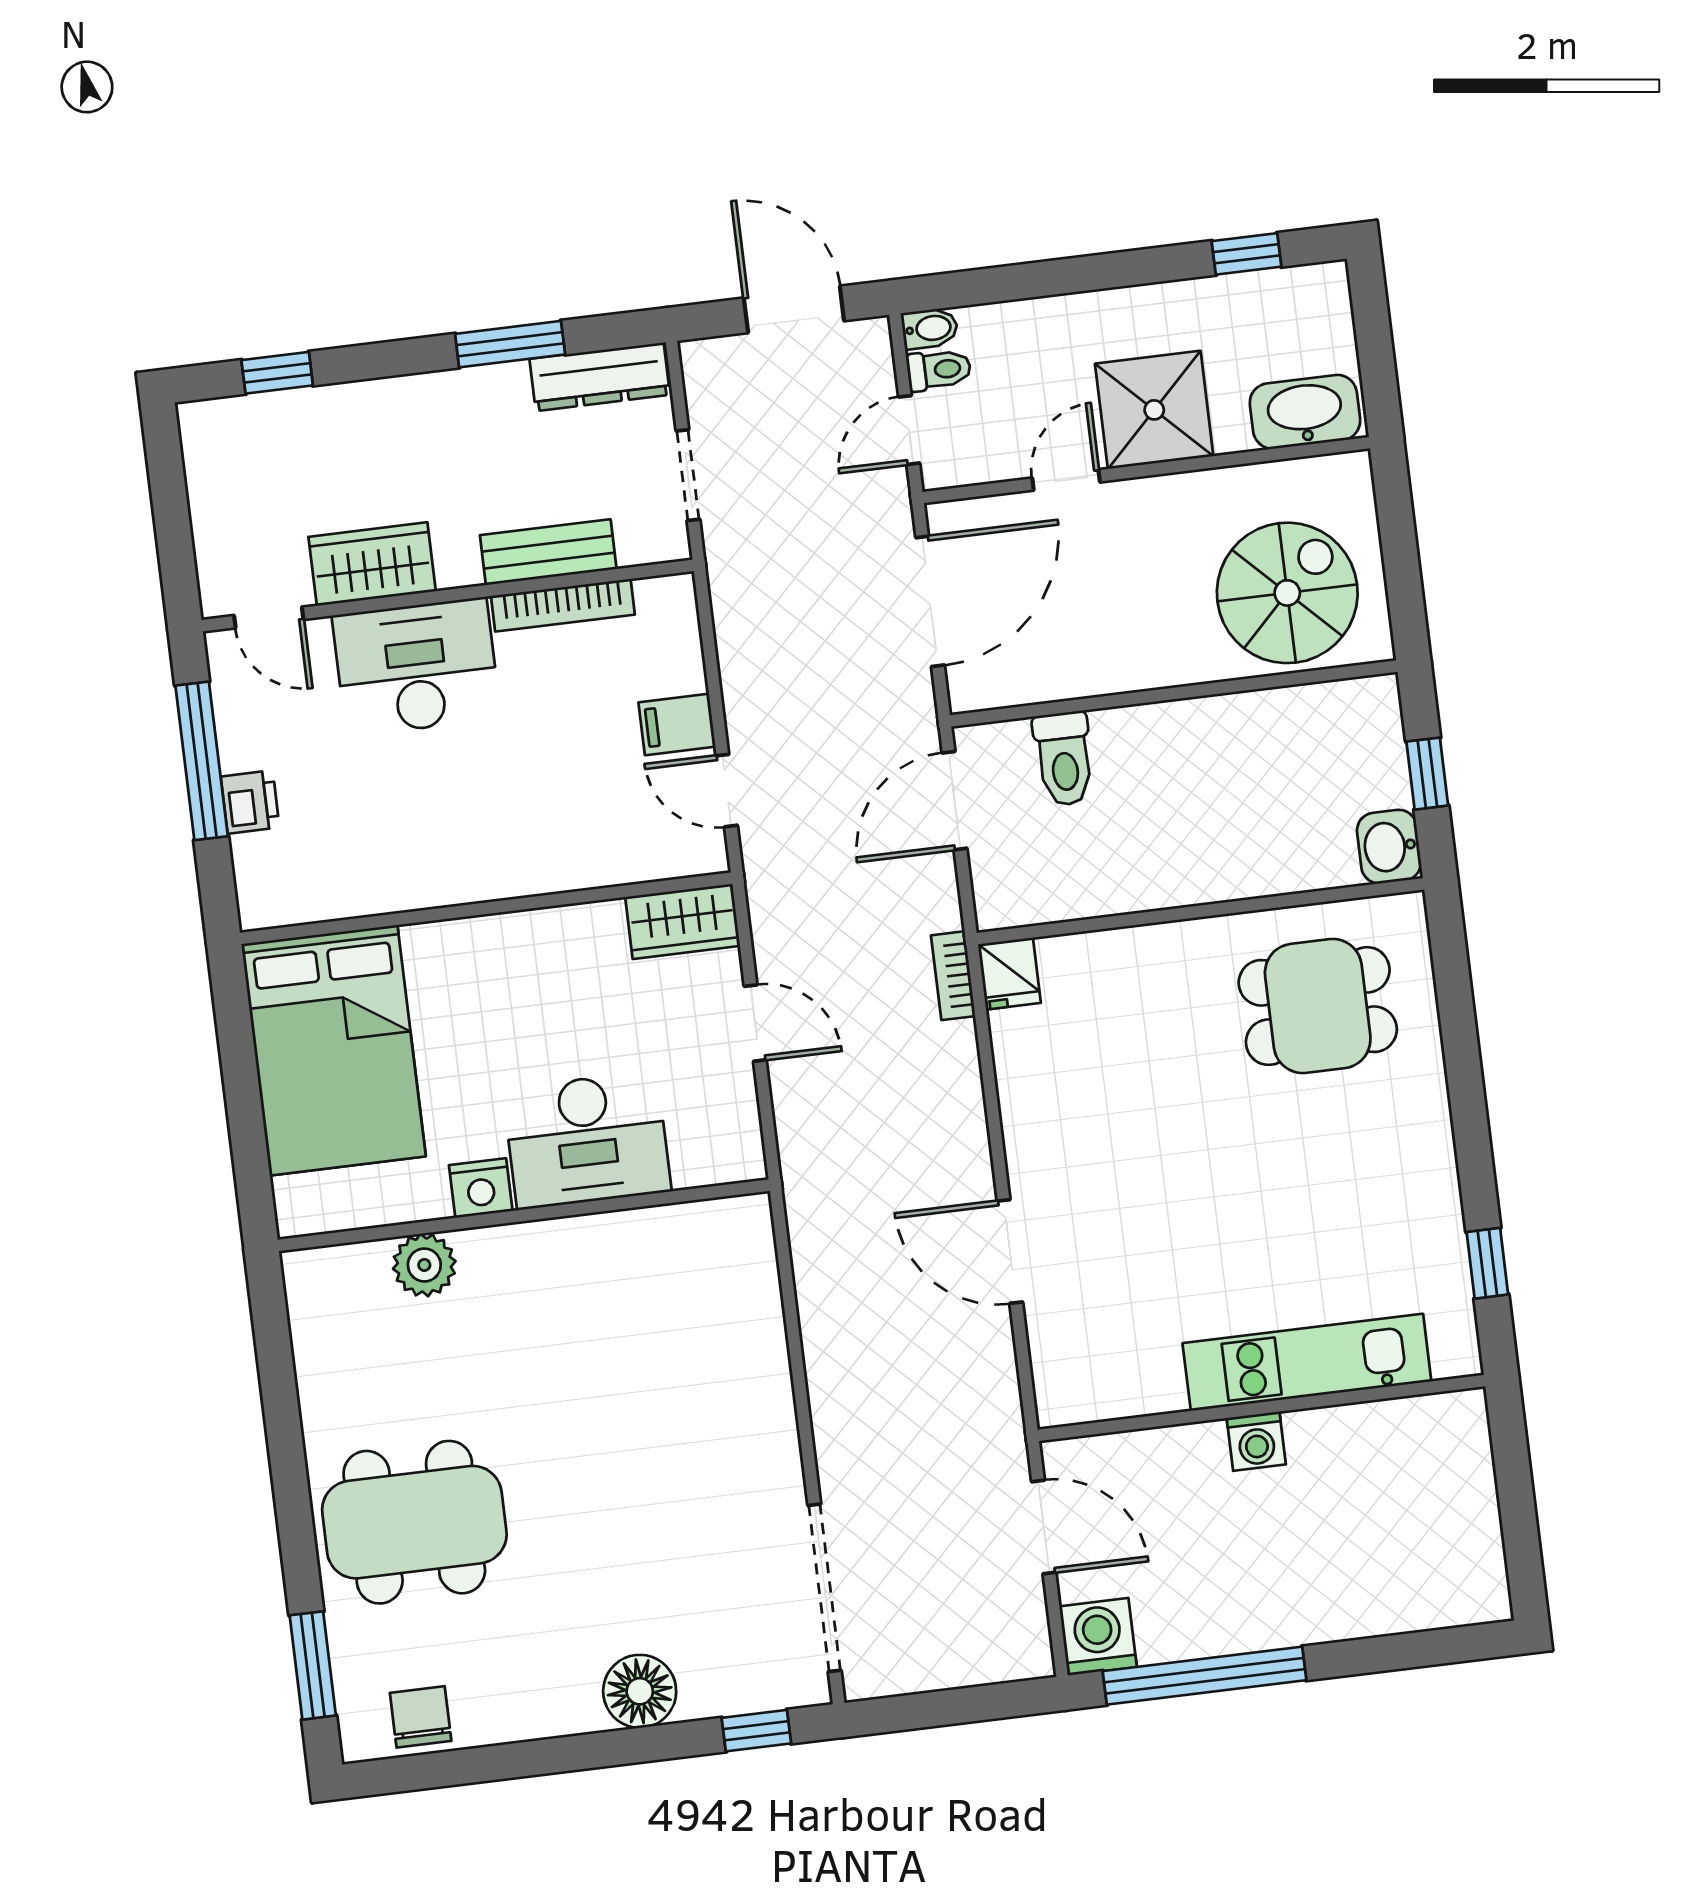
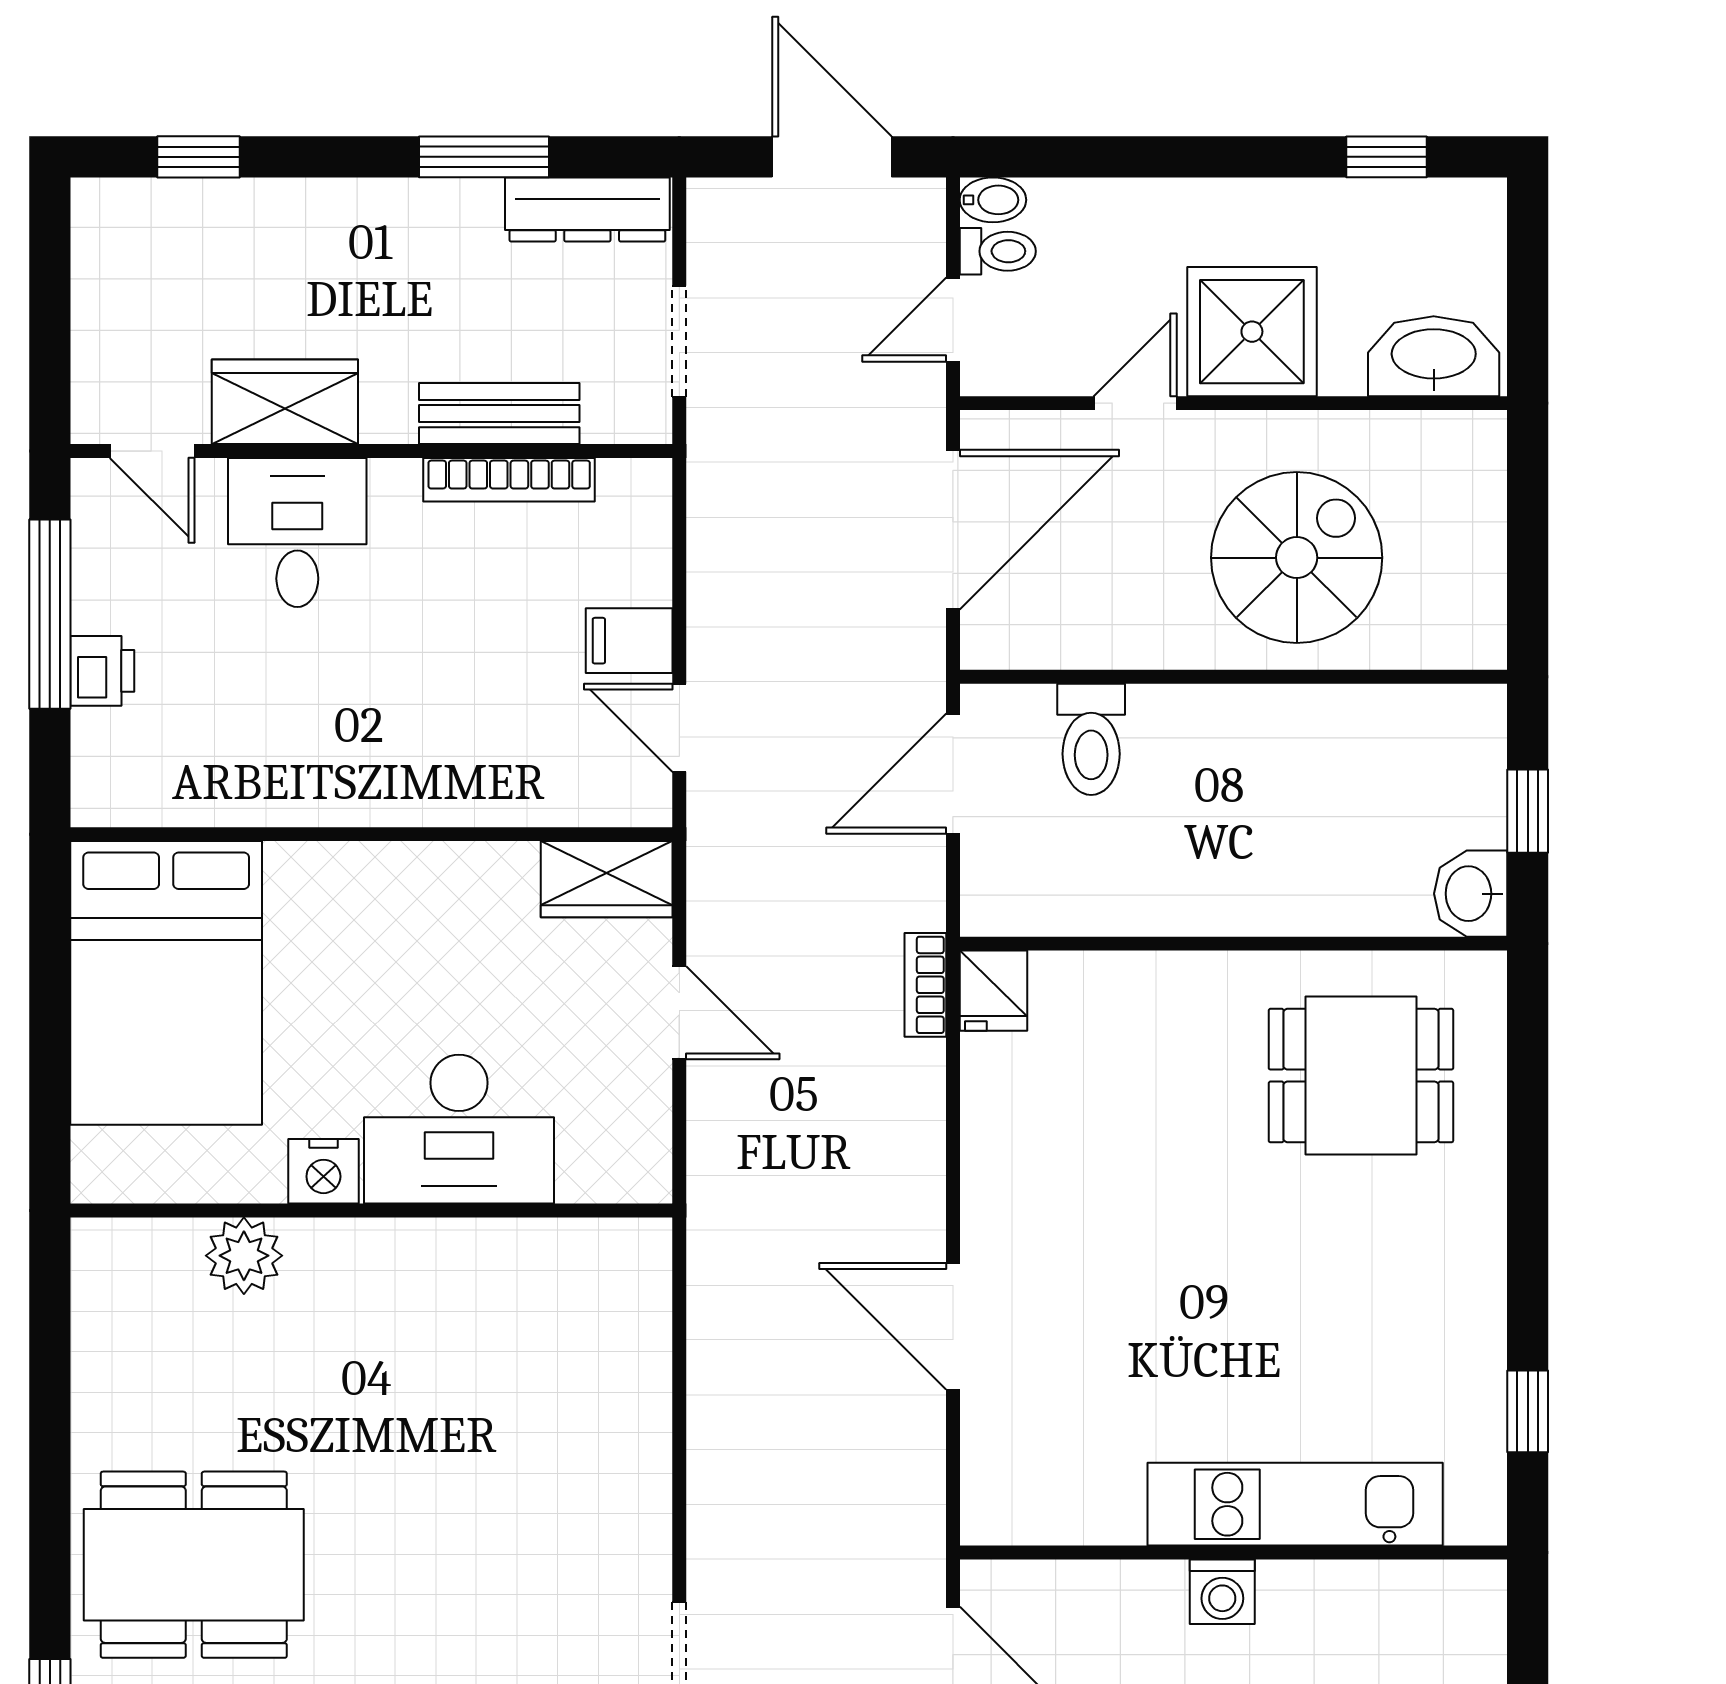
spiral stairs: (1287, 593) -> (1297, 558), moved
desk: (416, 667) -> (297, 532), width x0.73

